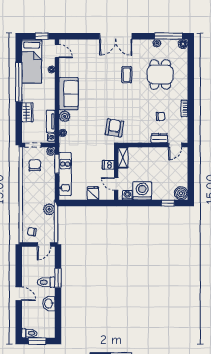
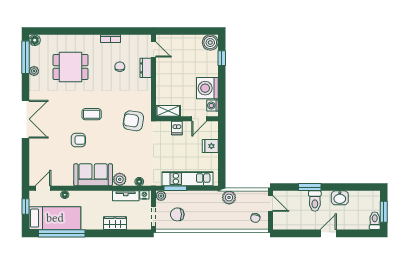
coffee table: (127, 75) -> (92, 114), moved
armchair: (98, 81) -> (78, 140), added
window: (19, 82) -> (62, 233), moved

